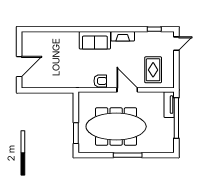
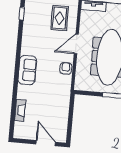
fireplace: (123, 36) -> (20, 110), moved
rug: (153, 70) -> (60, 18), turned 90

